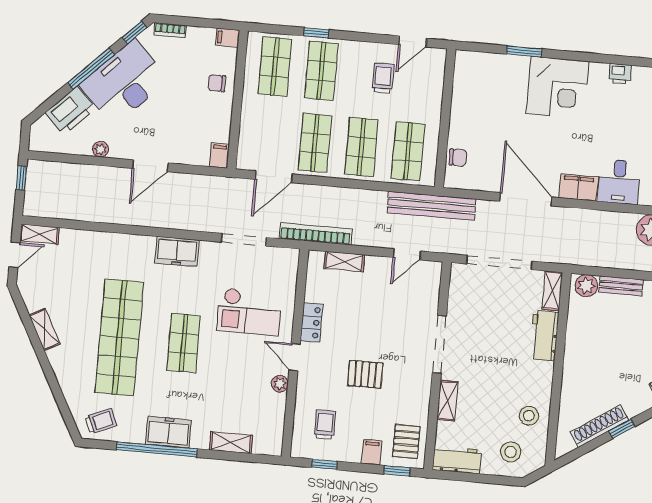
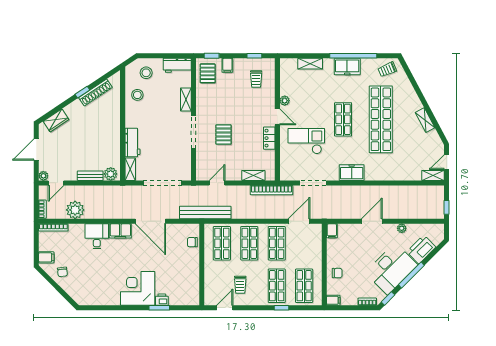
printer: (620, 74) -> (162, 300), moved
pallet: (365, 374) -> (224, 134), moved, turned 90

